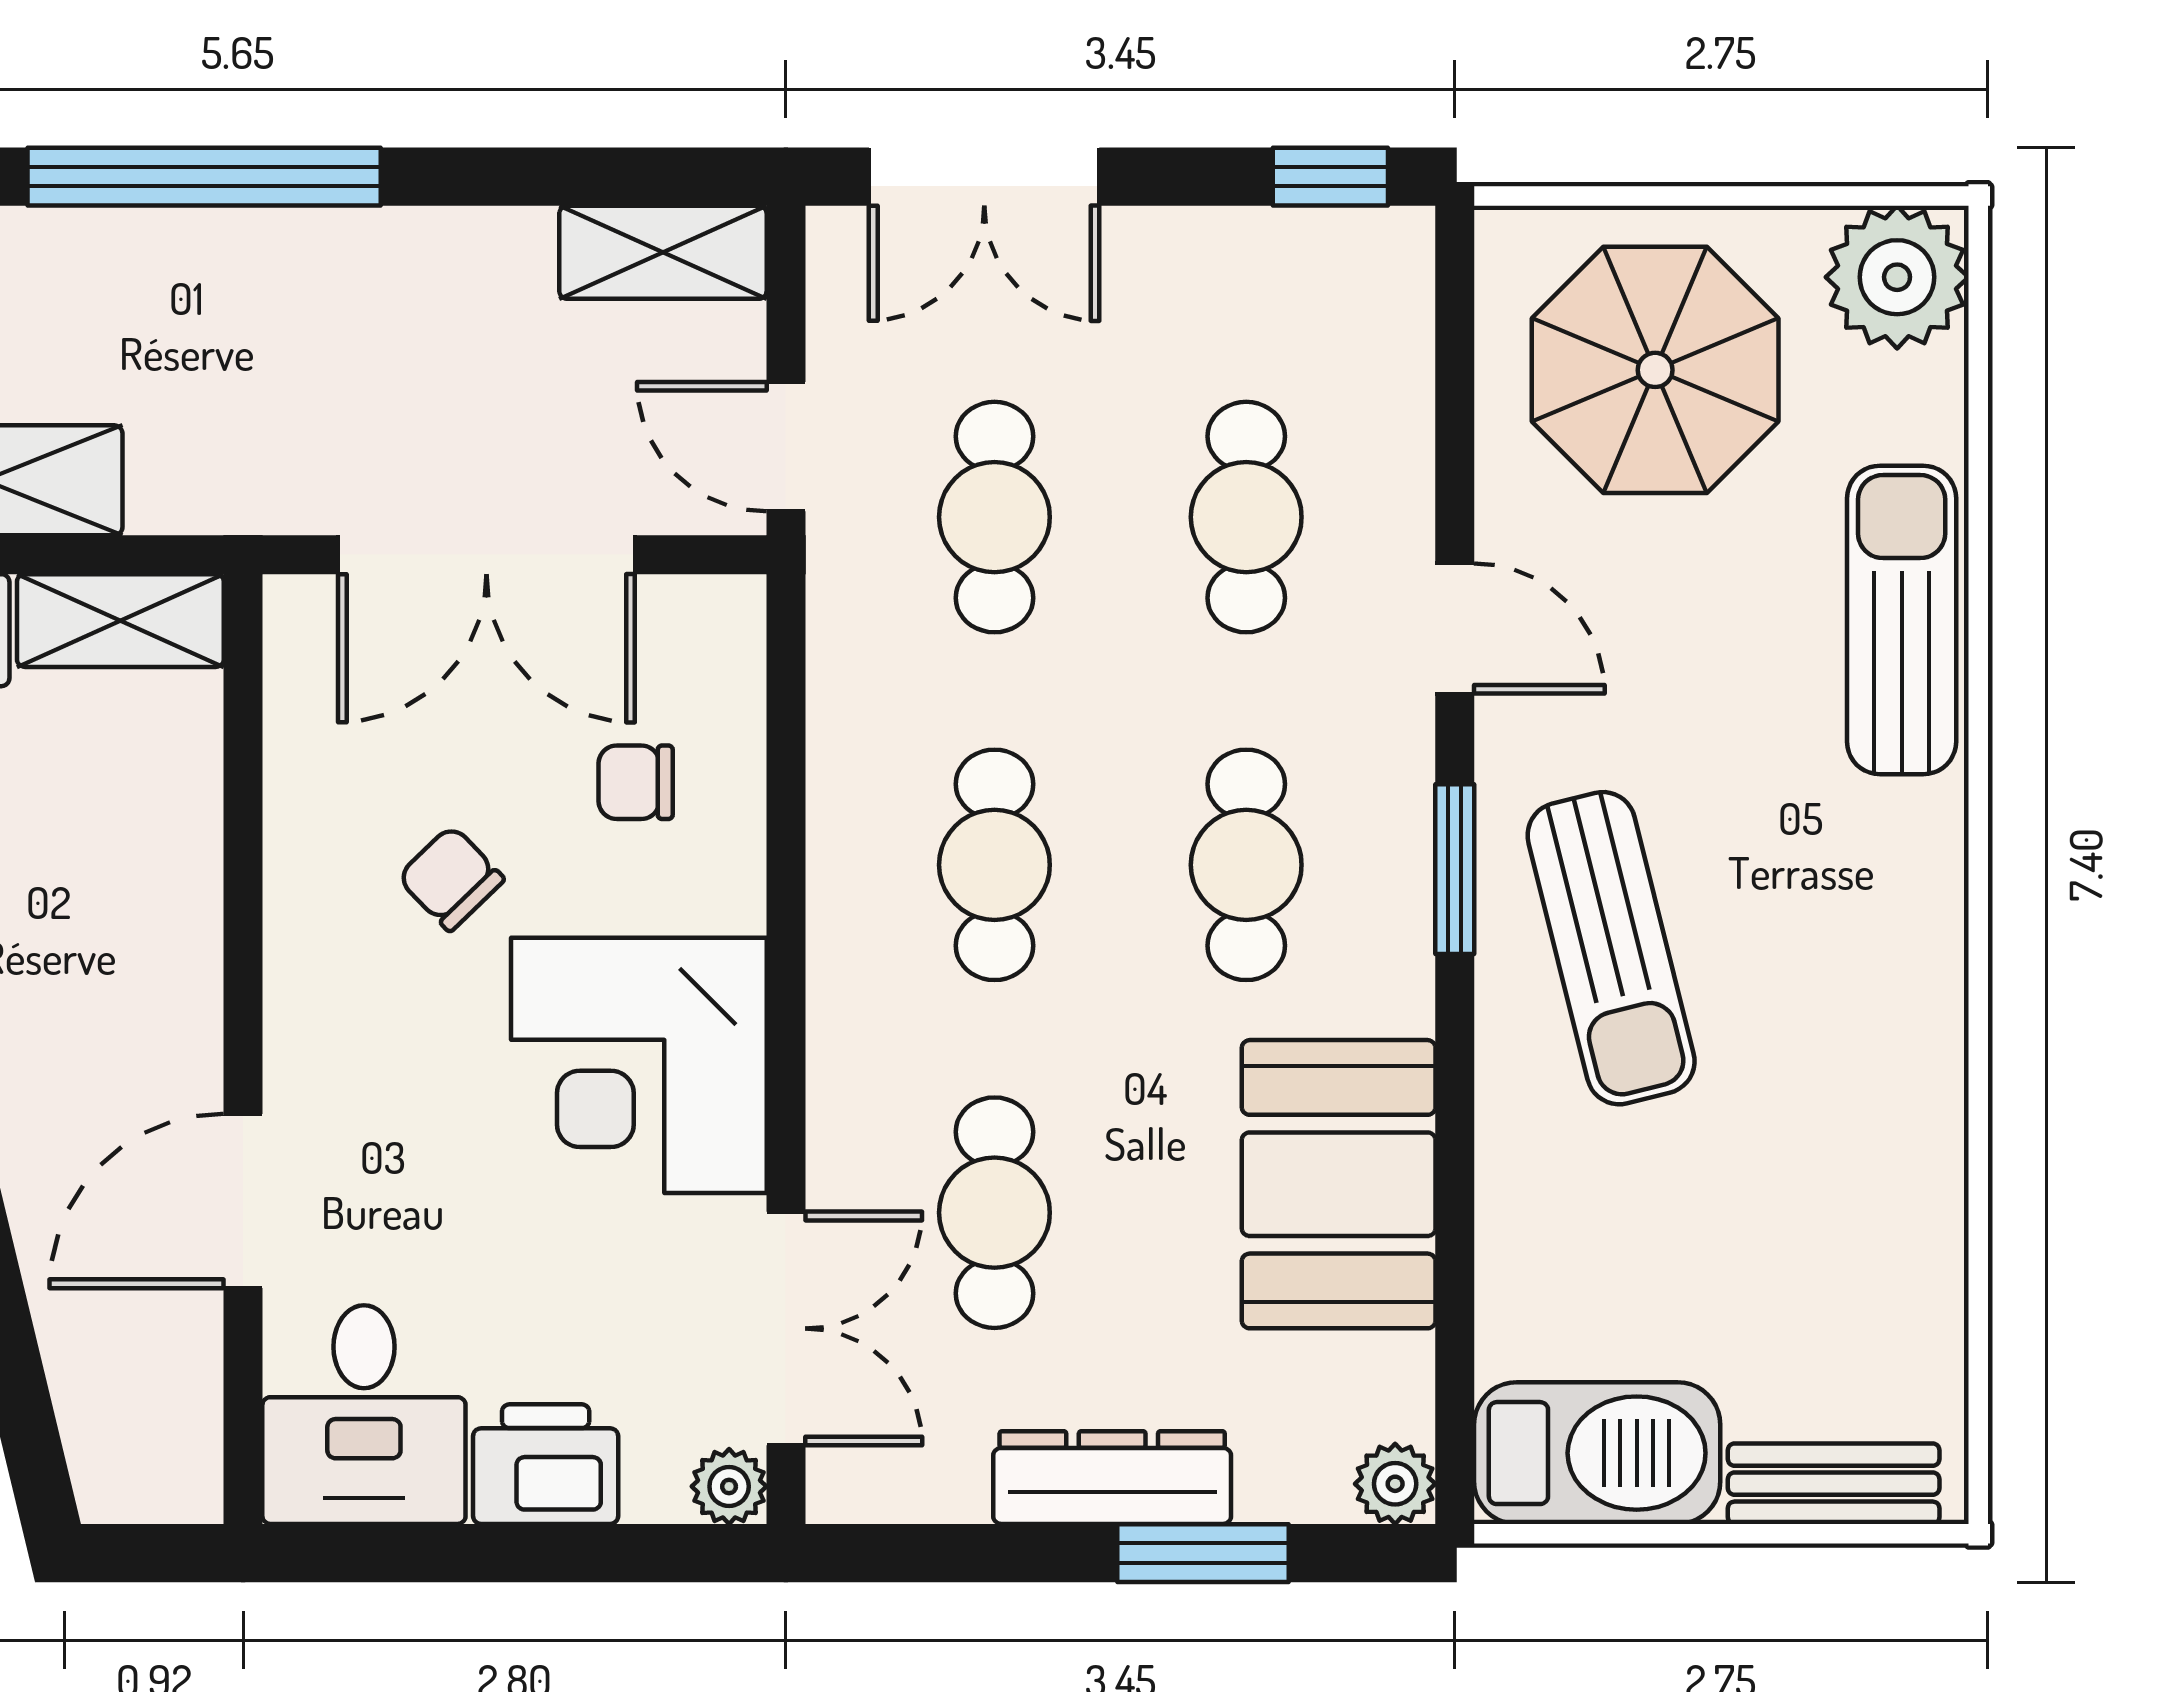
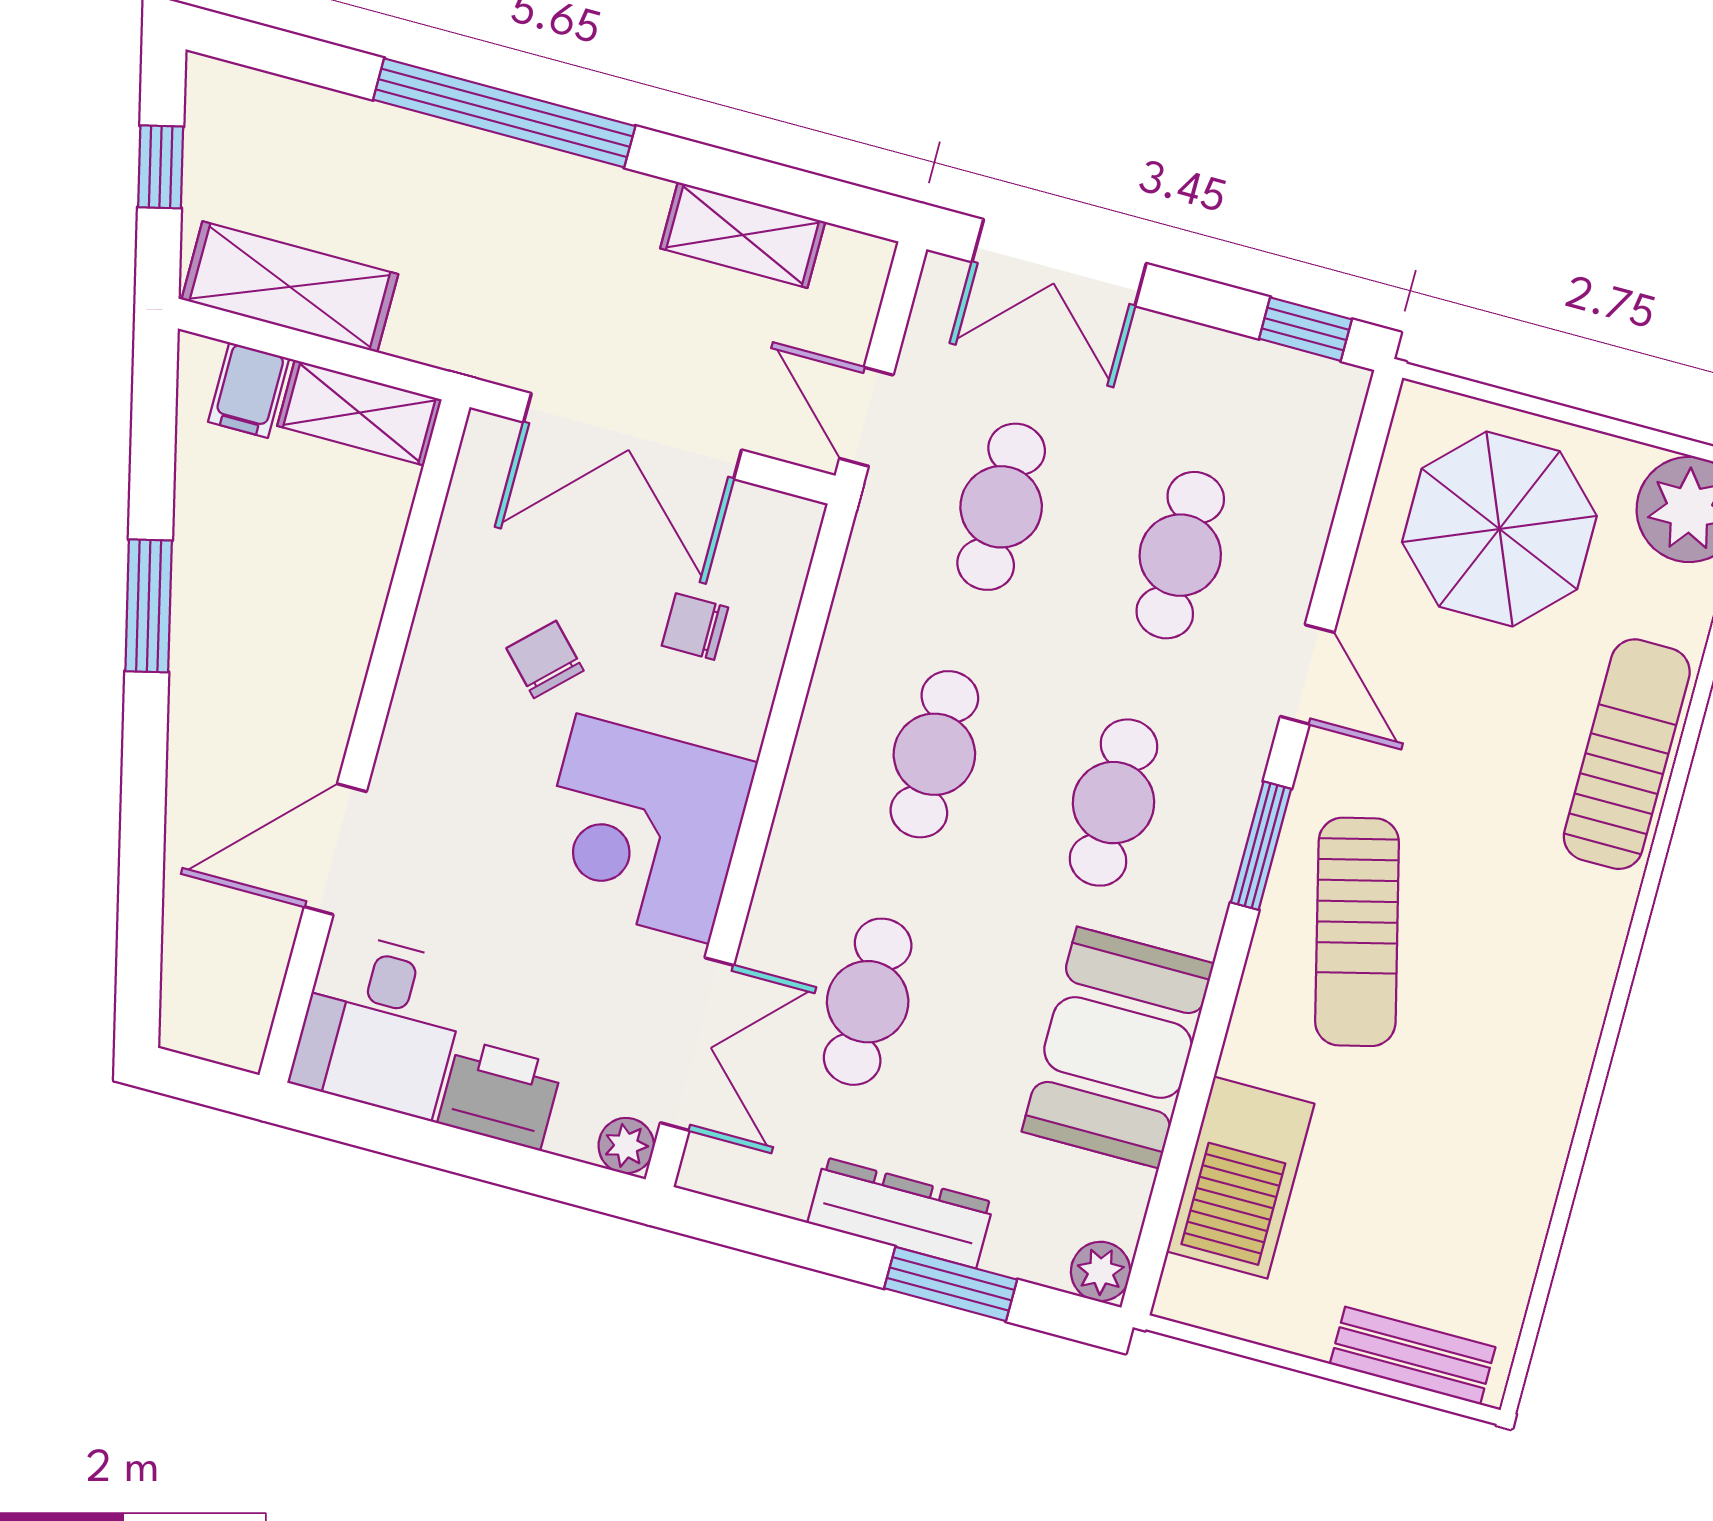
shelving: (663, 252) -> (743, 235), moved
barbecue: (1597, 1453) -> (1240, 1178), moved, turned 90

